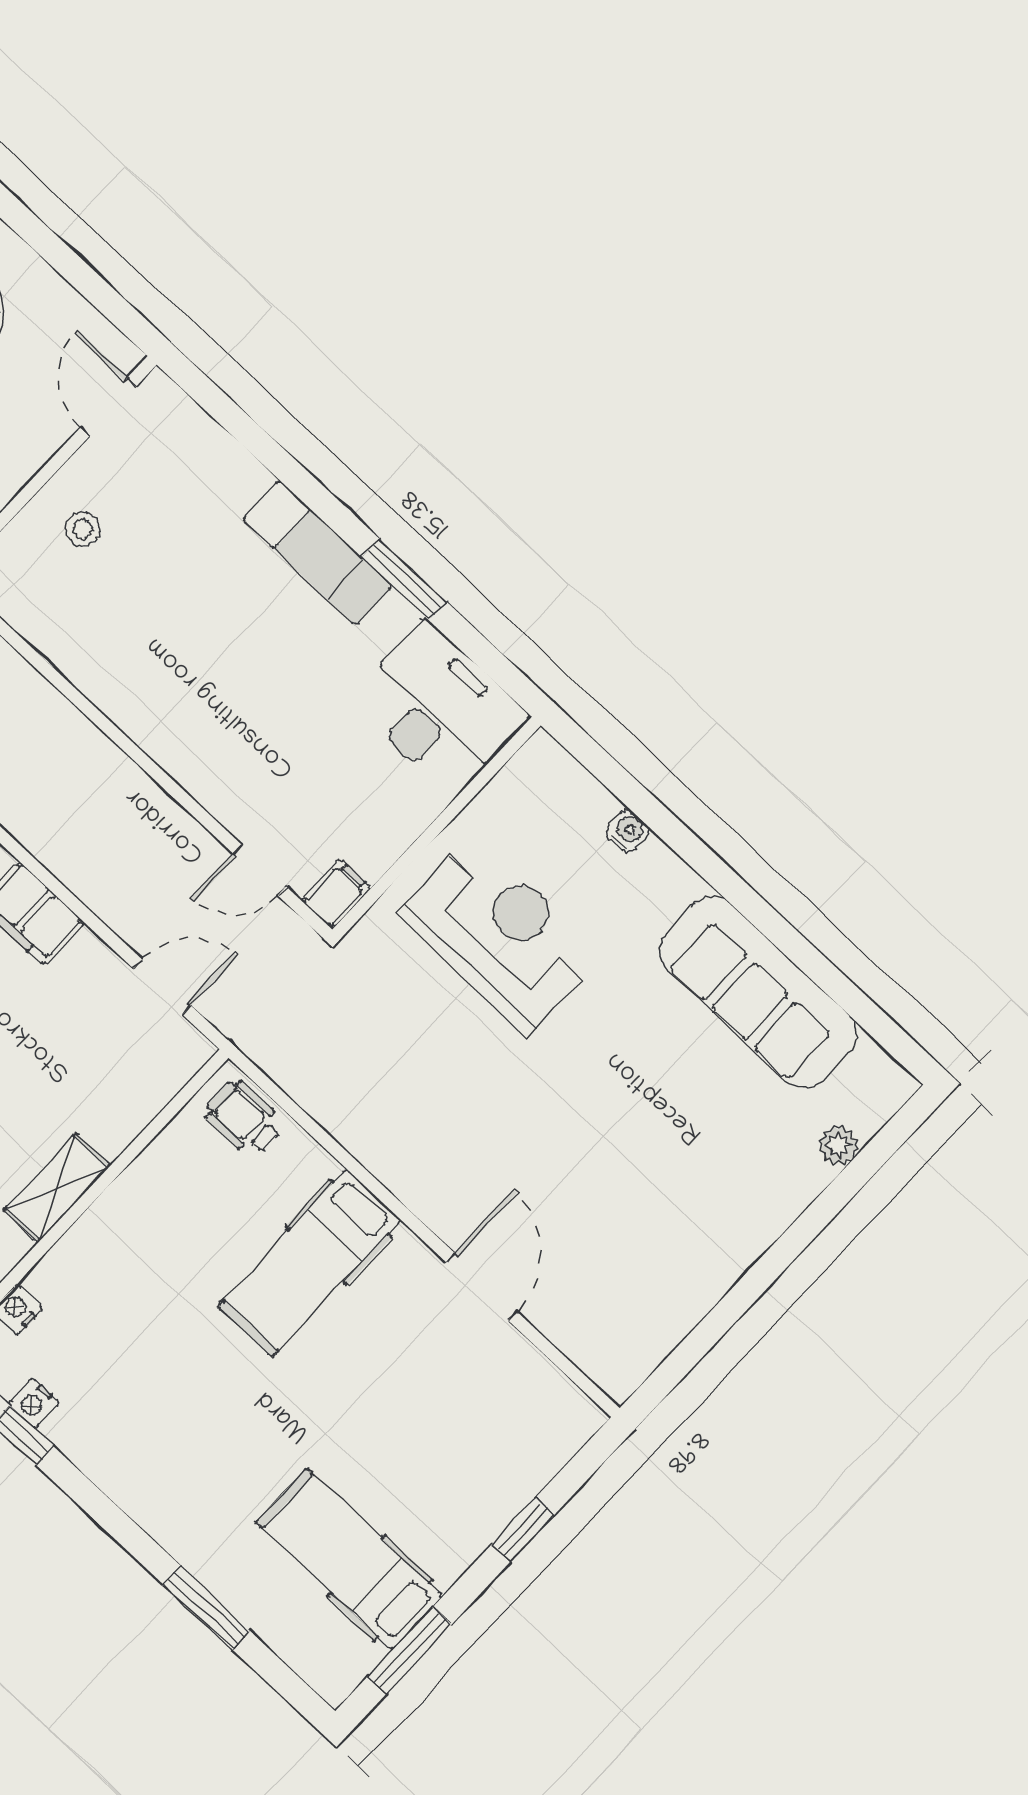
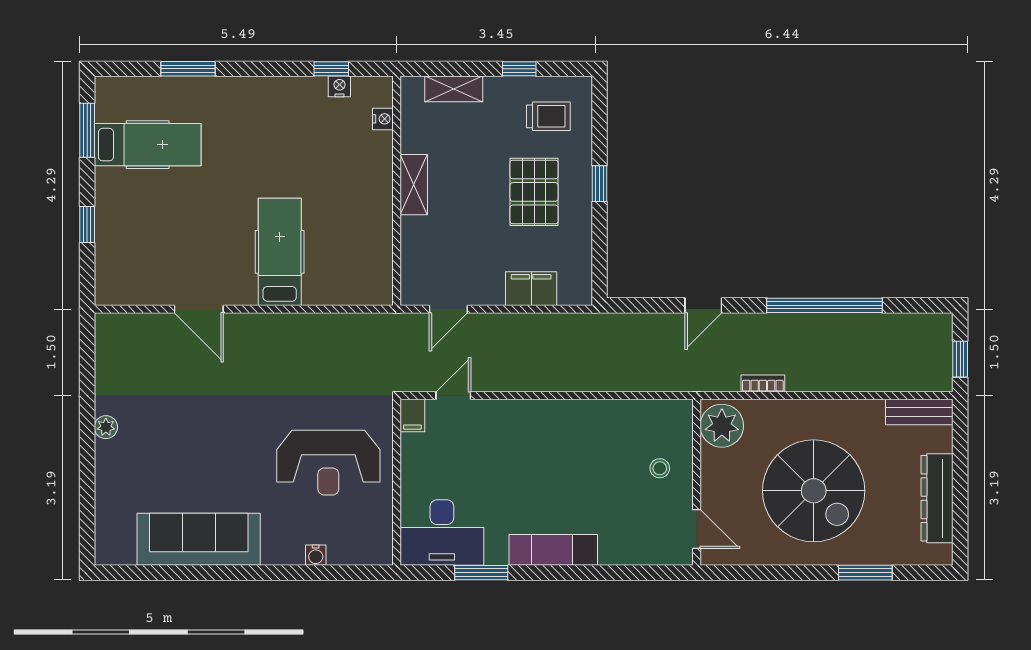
window: (404, 580) -> (481, 573), moved
wheelchair: (244, 1118) -> (363, 286), removed
plant: (839, 1145) -> (106, 427), moved

